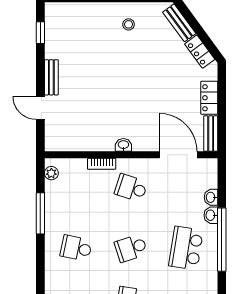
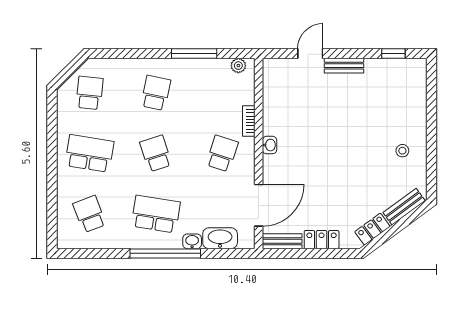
washbasin: (211, 197) -> (220, 238), width x1.91, depth x1.45

